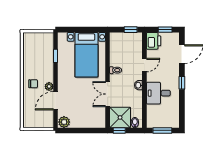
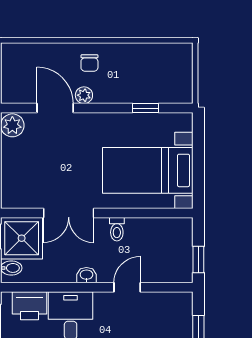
printer: (154, 41) -> (30, 306), moved
door: (144, 65) -> (127, 287), swing flipped
double door: (108, 94) -> (69, 213), swing flipped

